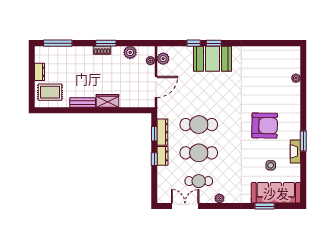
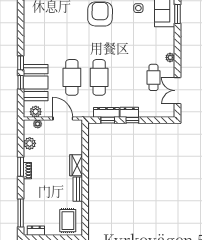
booth: (212, 59) -> (36, 83), moved
dresser: (40, 72) -> (36, 231), moved
cafe table: (199, 153) -> (72, 77), moved

